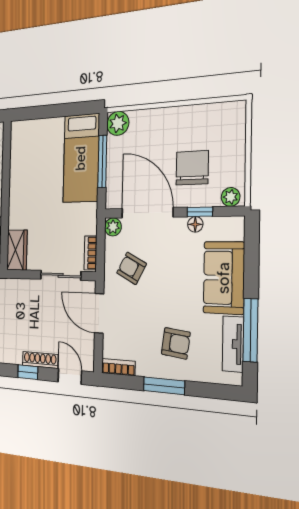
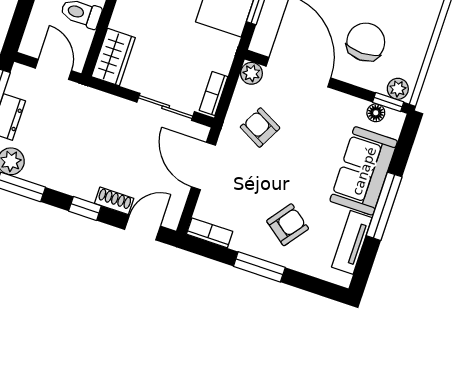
window: (200, 212) -> (388, 102), moved
floor lamp: (195, 224) -> (376, 113), moved
window: (250, 330) -> (384, 206), moved
armchair: (176, 343) -> (288, 225), turned -60
shoe rack: (40, 360) -> (114, 201), width x0.70
door: (70, 376) -> (142, 228), hinge flipped

